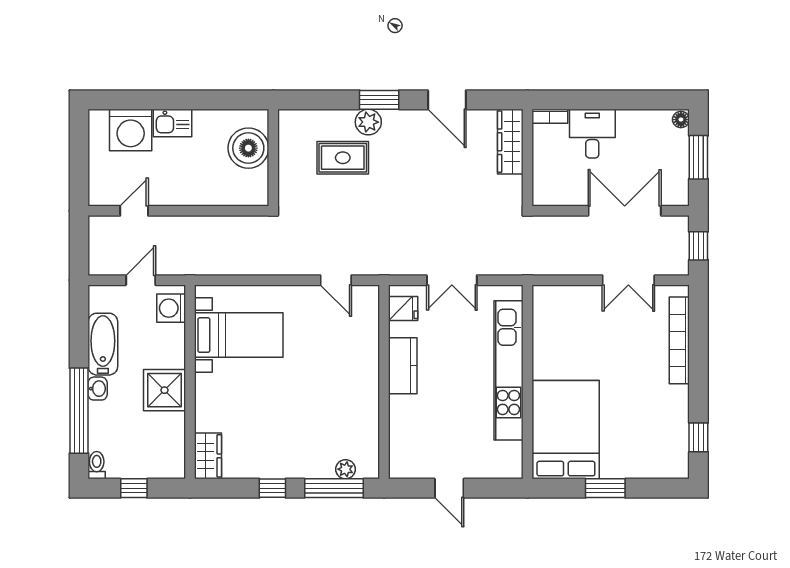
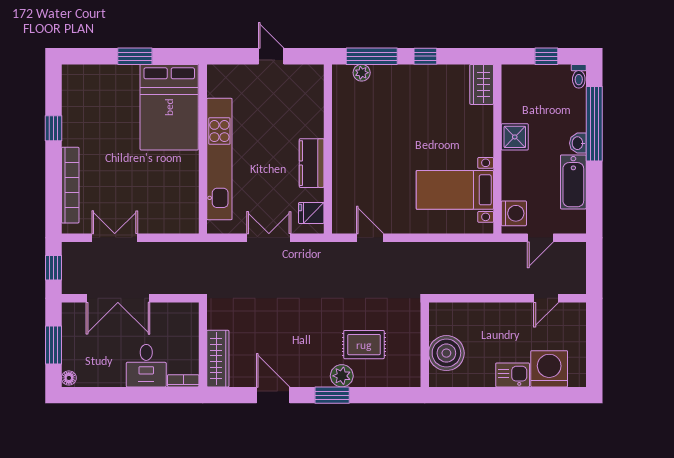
shower: (164, 390) -> (515, 137), width x0.73, depth x0.73
window: (698, 437) -> (54, 128), moved

